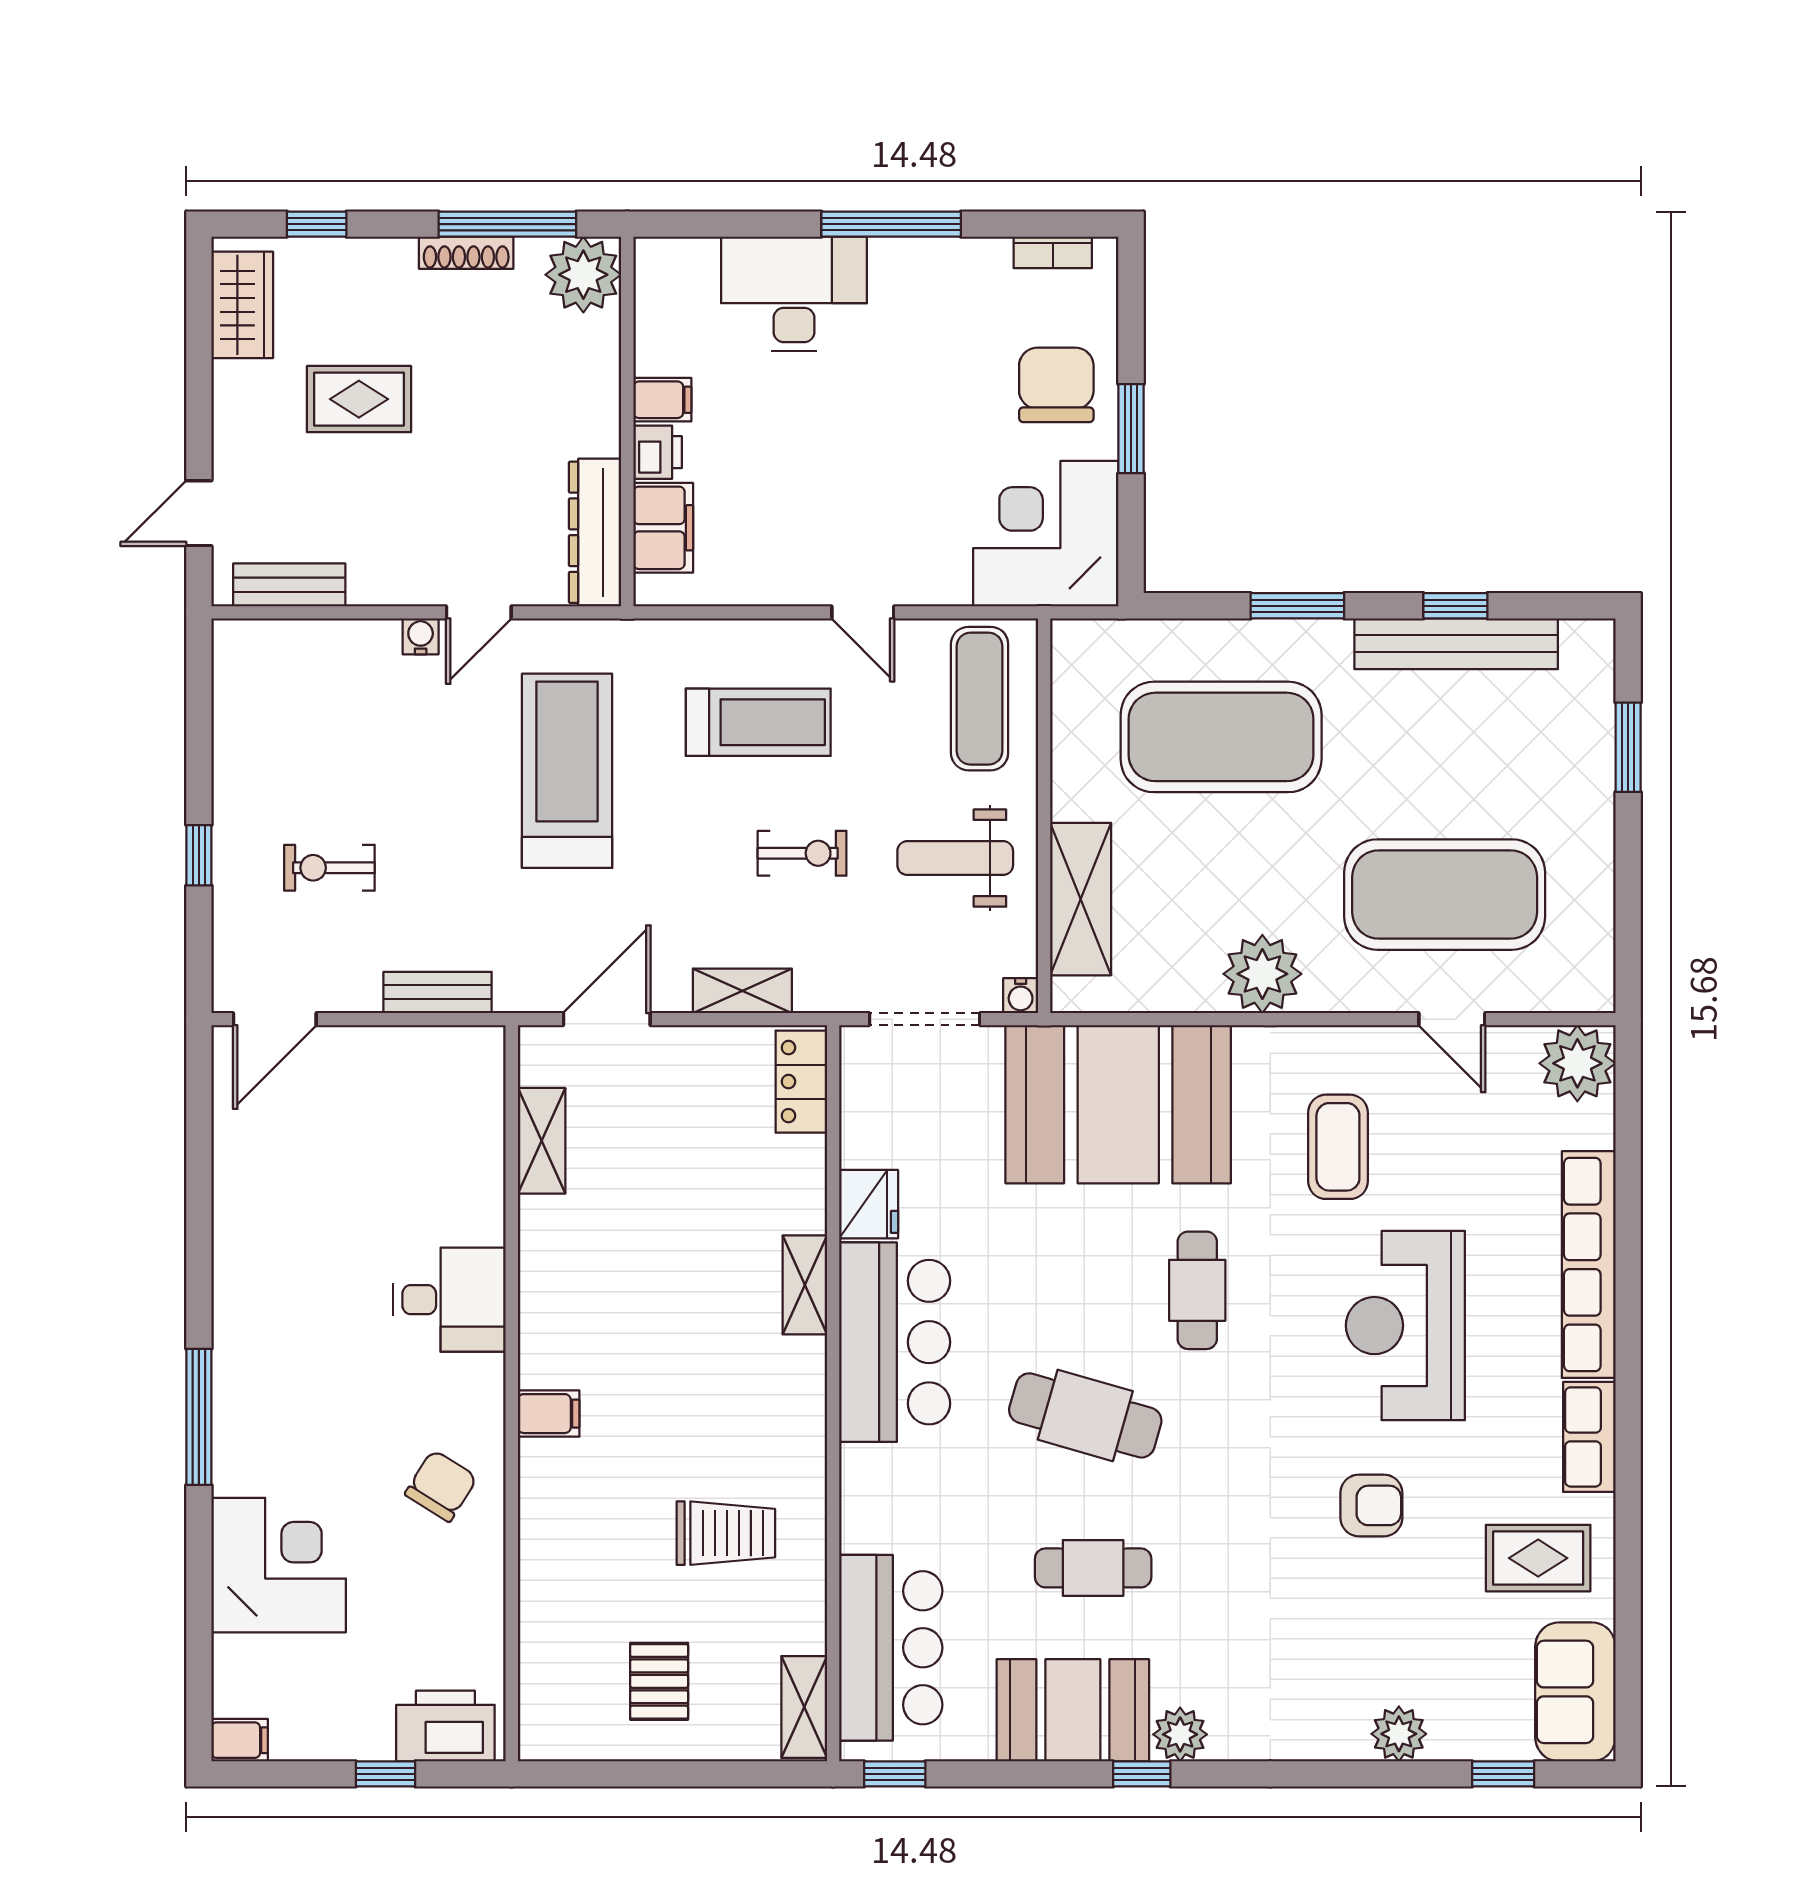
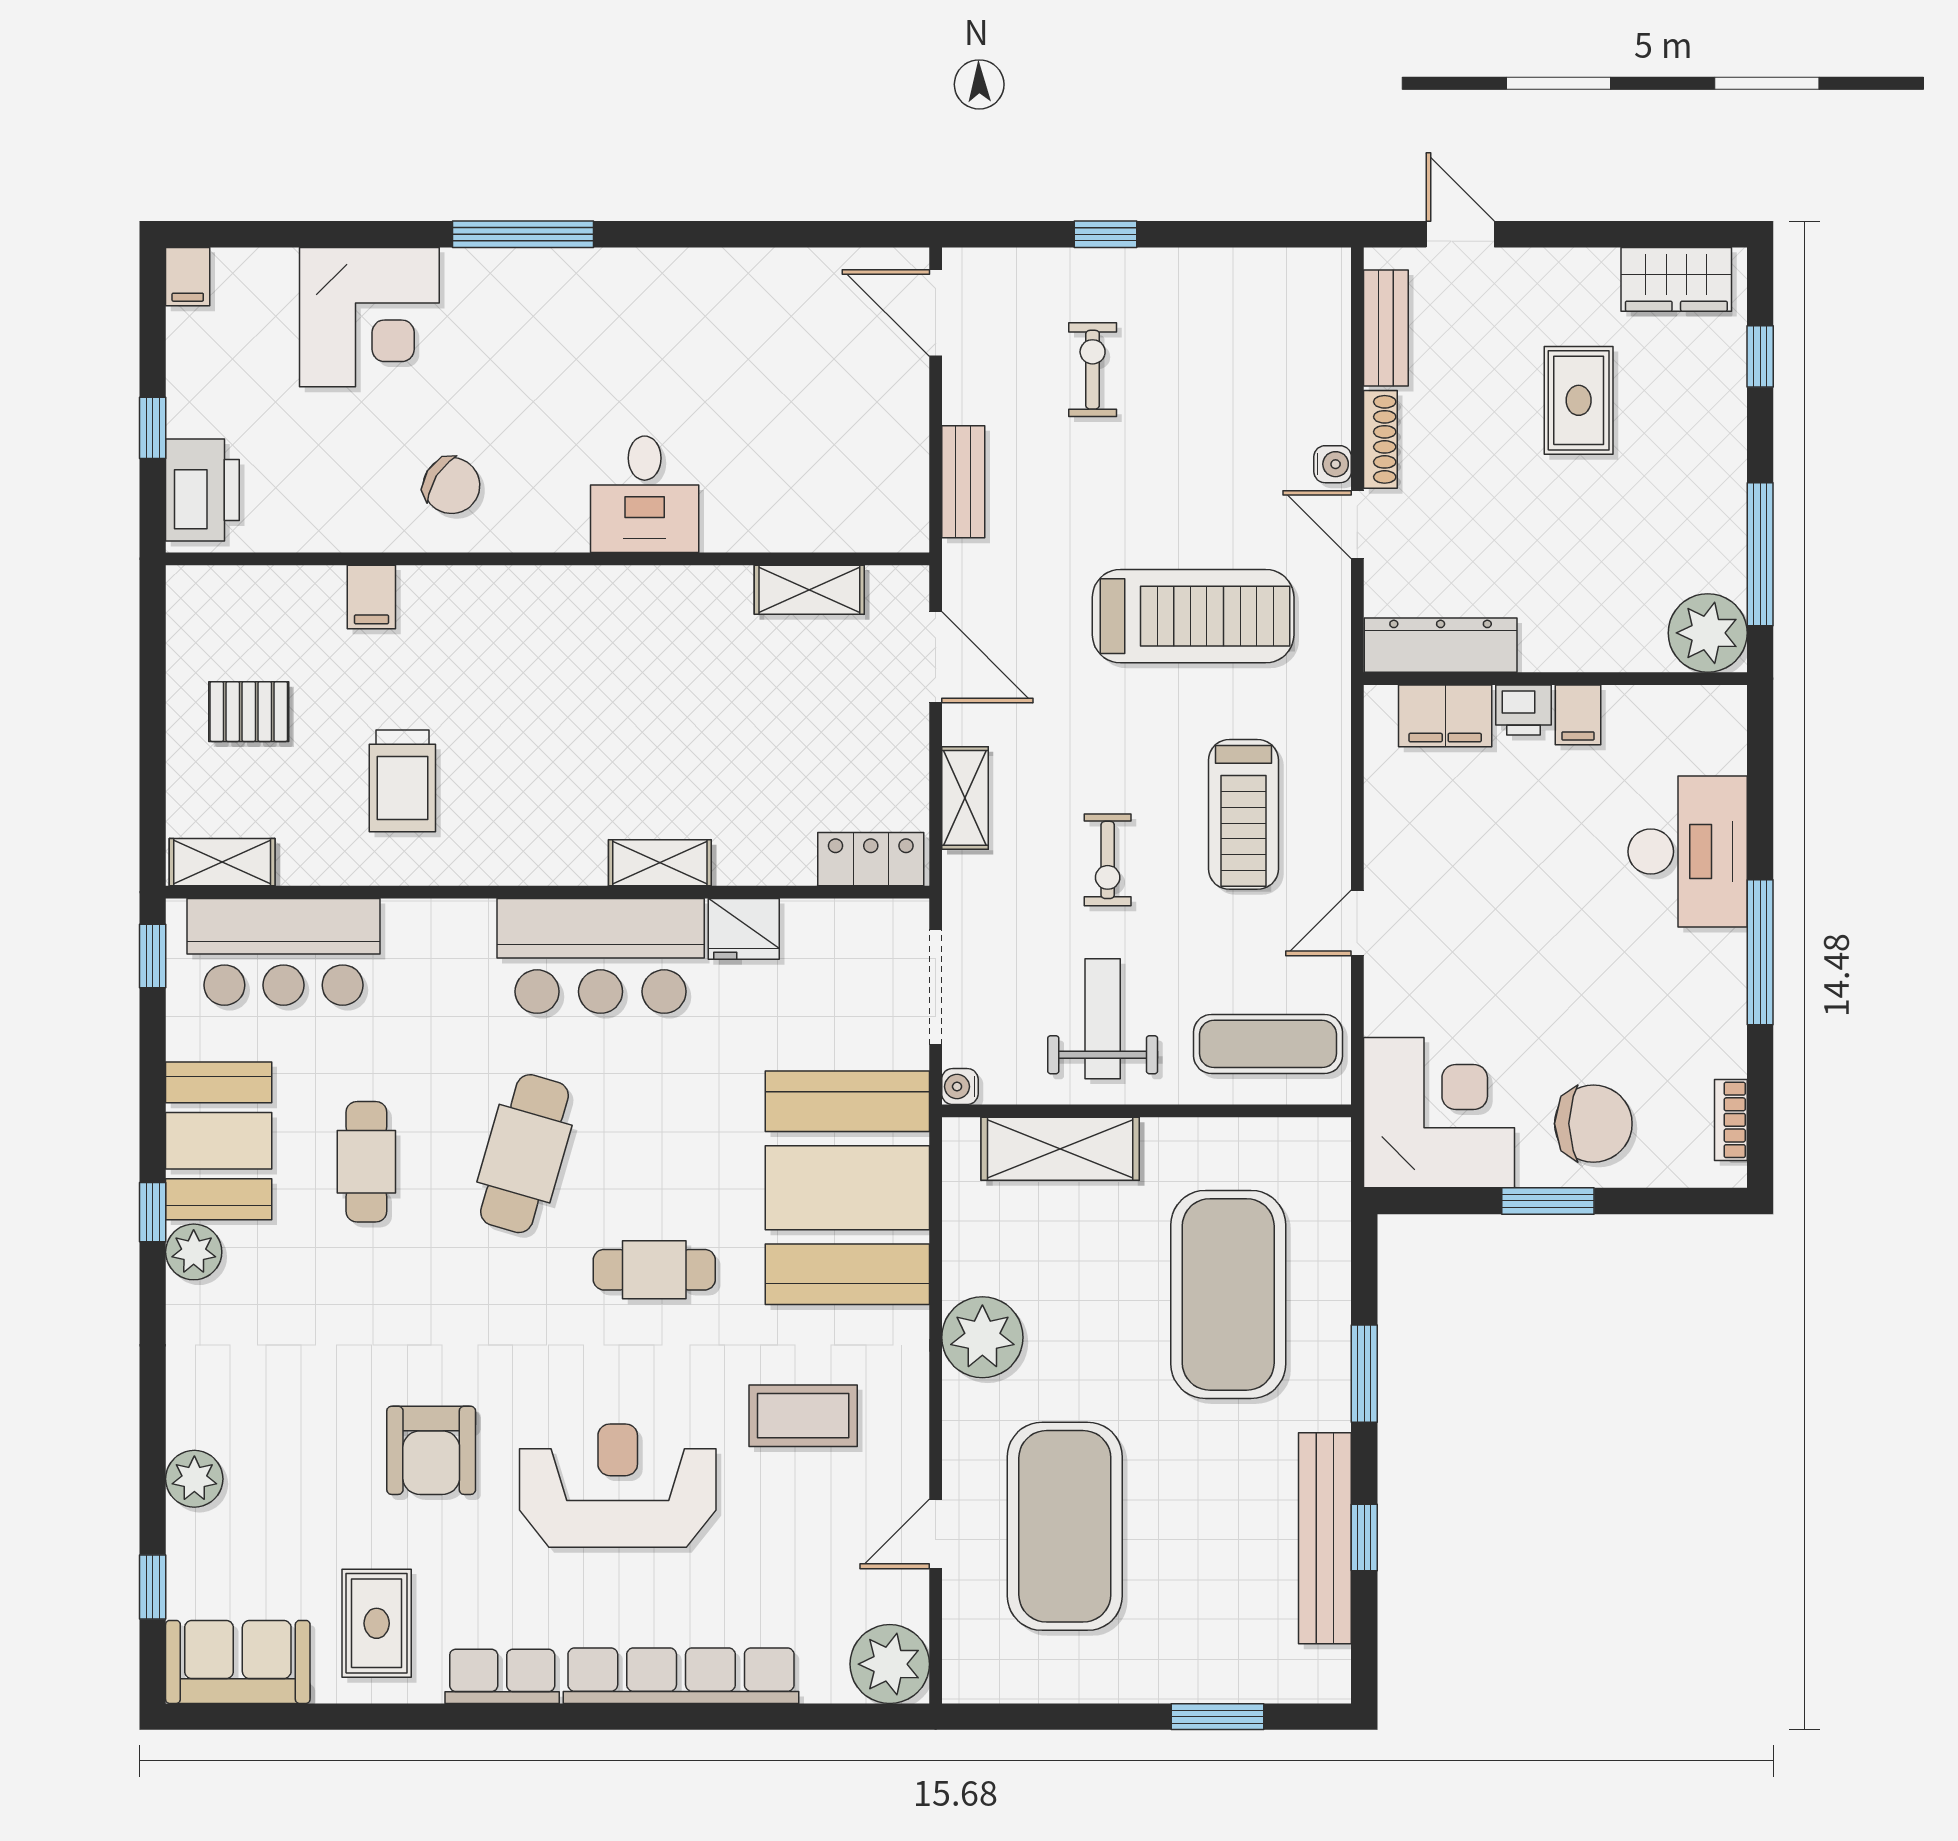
shoe rack: (466, 253) -> (1380, 439), moved, turned 180
filing cabinet: (549, 1414) -> (371, 597), moved
armchair: (1371, 1505) -> (431, 1450), width x1.38, depth x1.38

